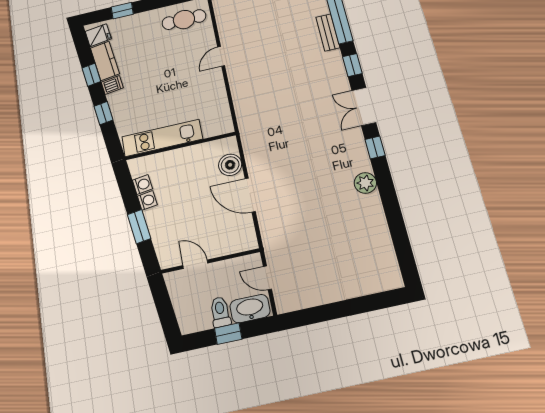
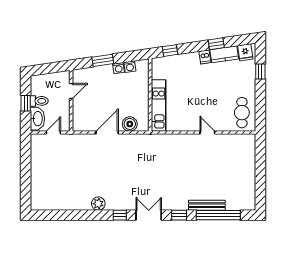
bench: (328, 32) -> (207, 205), width x1.36
window: (103, 113) -> (170, 51), moved
kitchen unit: (162, 138) -> (159, 105), moved

